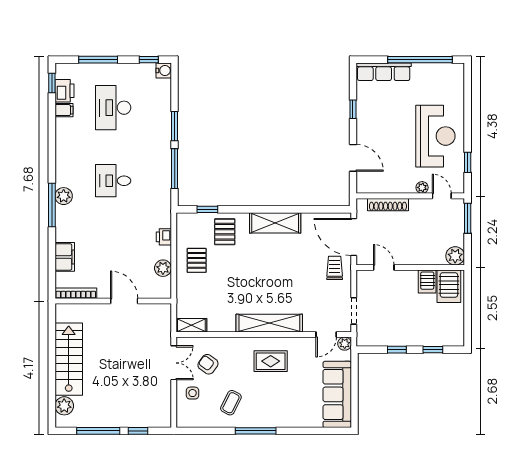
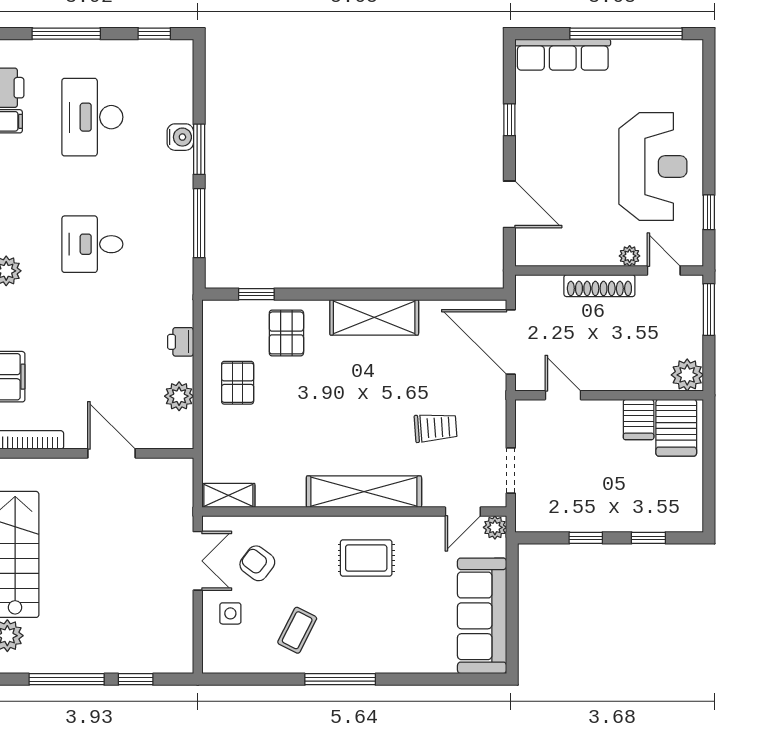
water cooler: (164, 70) -> (180, 137), moved
shoe rack: (388, 205) -> (599, 286), moved
trolley: (335, 268) -> (436, 428), moved, turned 86

